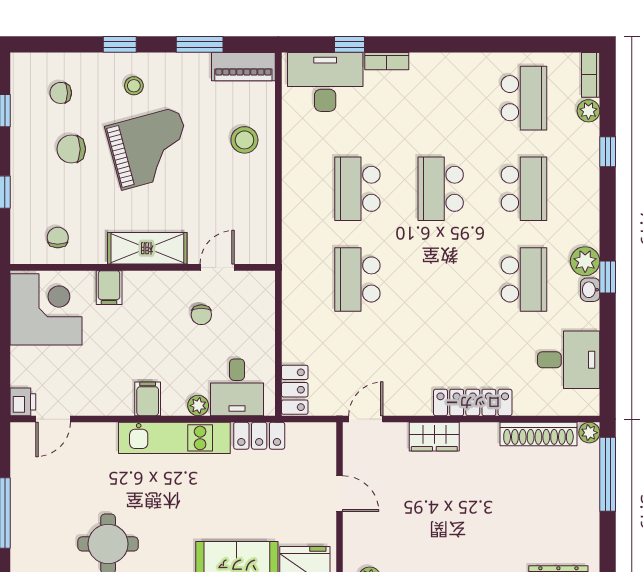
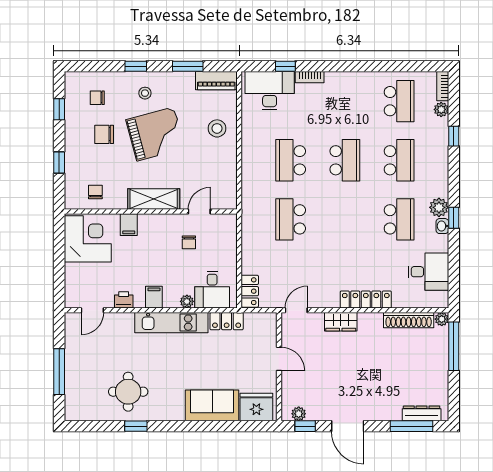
school desk: (441, 189) -> (345, 160), turned 180
printer: (23, 402) -> (124, 300), moved, turned -90

